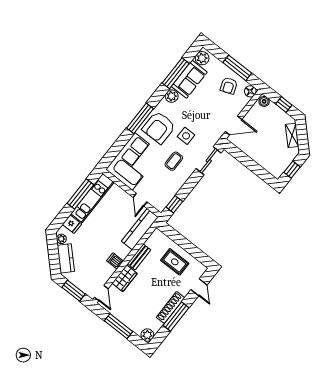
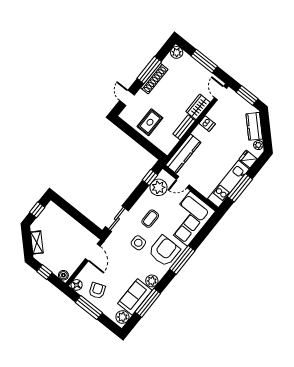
door: (234, 125) -> (93, 252), swing flipped
plant: (165, 194) -> (158, 187), added
door: (140, 200) -> (183, 182), swing flipped
rug: (175, 262) -> (150, 122), turned 90

